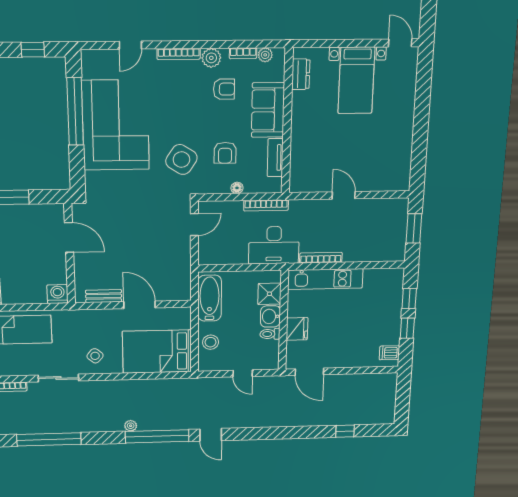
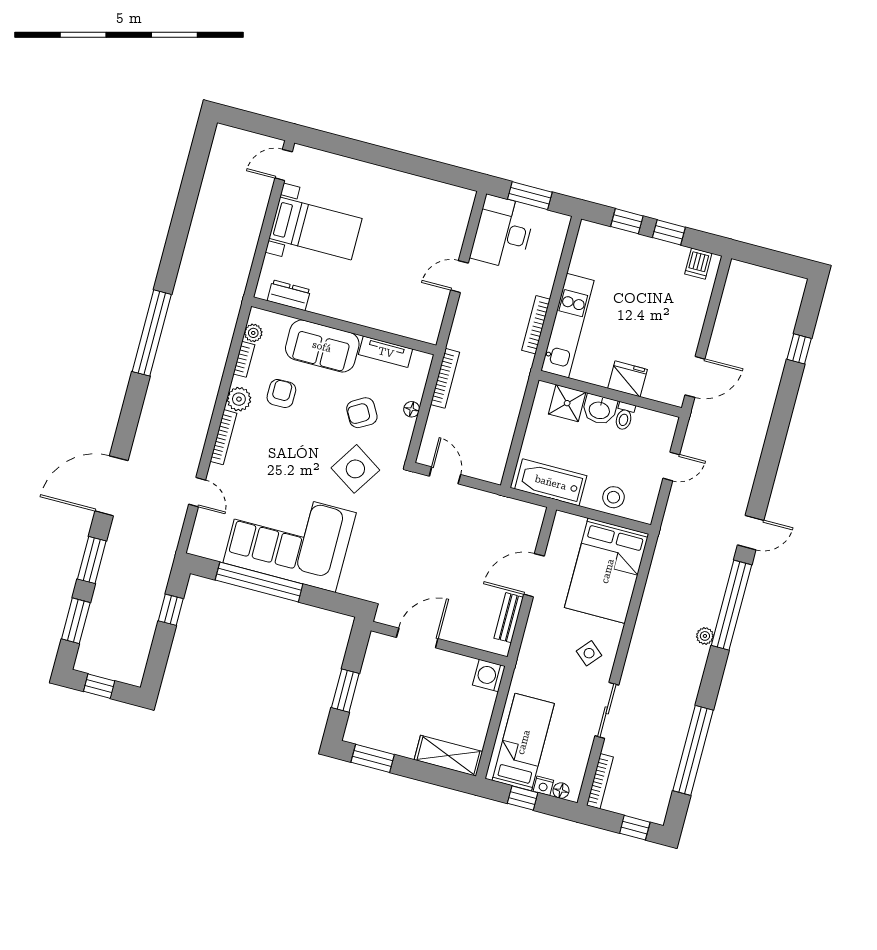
armchair: (225, 153) -> (362, 413), turned 150
desk: (274, 245) -> (503, 232), moved, turned 180

